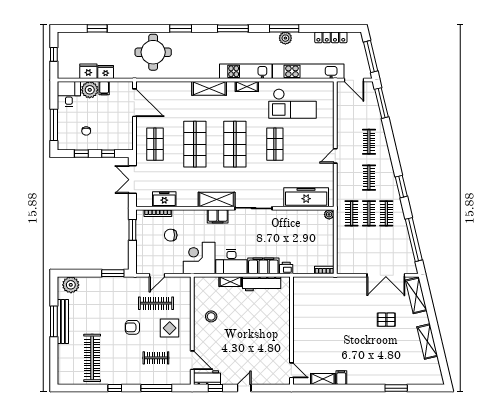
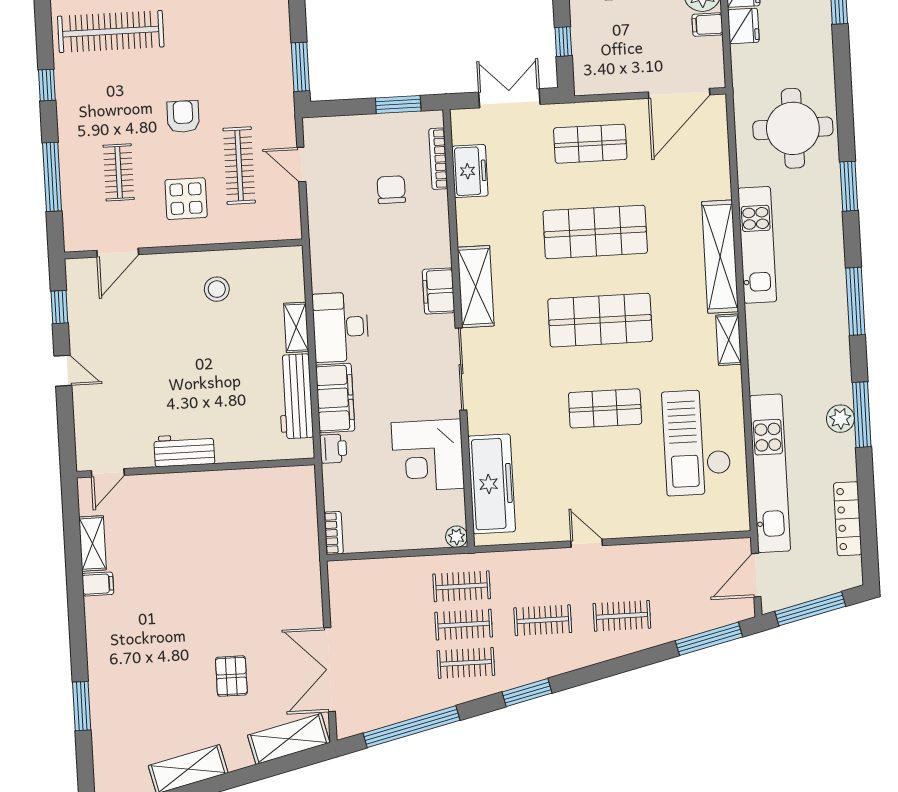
kitchen unit: (246, 71) -> (757, 245), moved
shelving: (209, 88) -> (720, 257), width x1.47
corner desk: (199, 258) -> (428, 455), moved, turned 180
workbench: (207, 378) -> (184, 450), moved, turned -90

